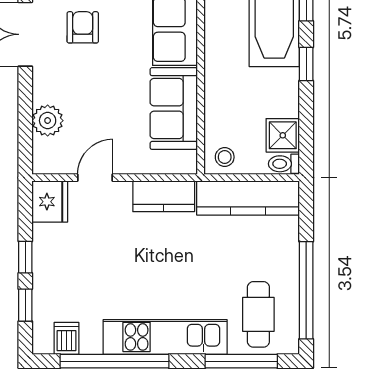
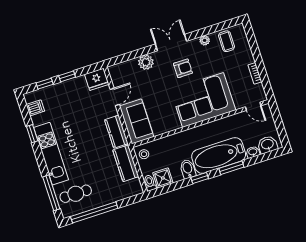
bidet: (281, 81) -> (188, 169), added
sofa: (174, 109) -> (137, 121), moved, turned 90
plant: (48, 121) -> (146, 62), moved
door: (95, 178) -> (115, 97), hinge flipped
kitchen counter: (248, 198) -> (126, 163), width x0.67
window: (114, 361) -> (32, 134), width x0.32

